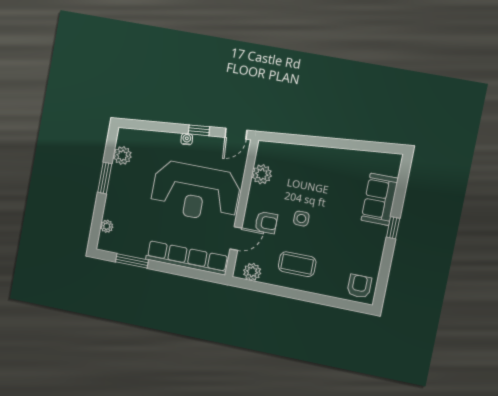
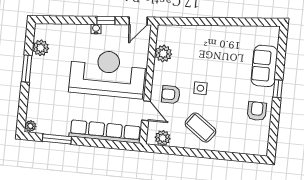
reception desk: (195, 192) -> (108, 74), turned 180
armchair: (266, 223) -> (171, 94), turned 180
plant: (107, 226) -> (30, 126), moved
door: (236, 239) -> (146, 111), hinge flipped
coffee table: (297, 264) -> (200, 128), turned 36
armchair: (359, 286) -> (257, 111), moved

